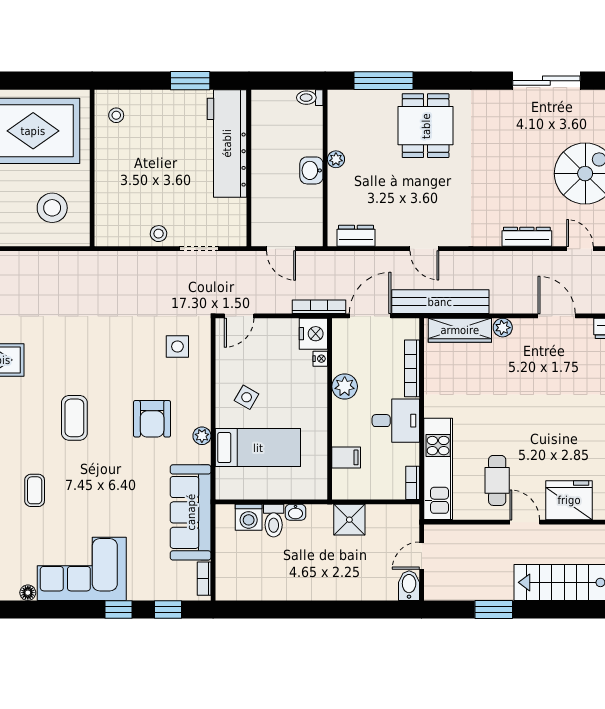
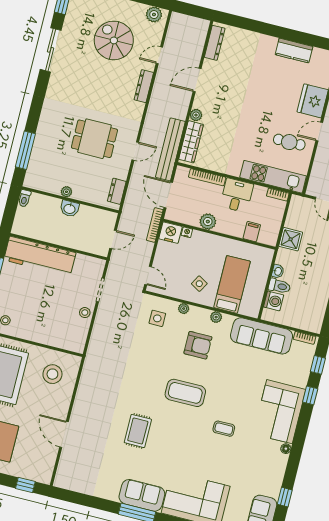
dining table: (426, 126) -> (94, 139), moved
plant: (203, 383) -> (184, 309), added
coffee table: (74, 418) -> (185, 393), width x1.36, depth x1.32

